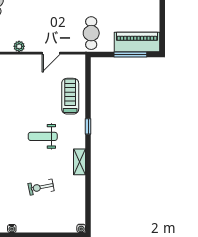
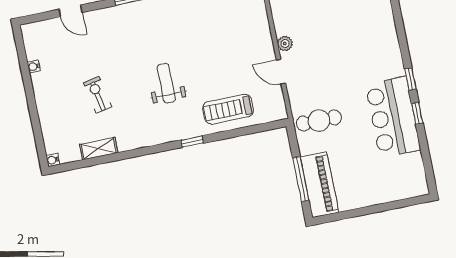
plant: (19, 46) -> (285, 44), moved
treadmill: (70, 96) -> (228, 109), turned 180
shelving: (80, 162) -> (99, 149), moved

